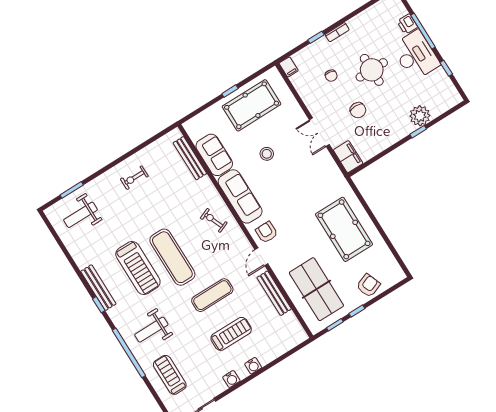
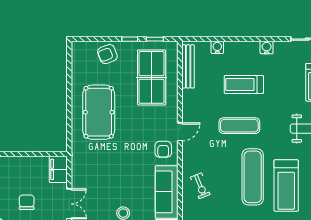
treadmill: (138, 268) -> (286, 186), turned 180
bench: (274, 293) -> (188, 66), moved
water cooler: (253, 366) -> (217, 47), moved

